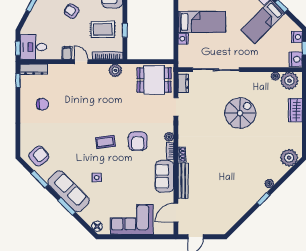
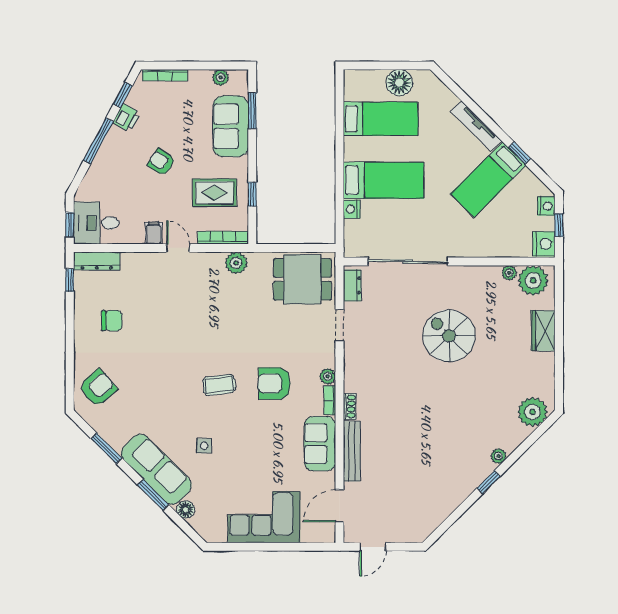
spiral stairs: (240, 113) -> (449, 336), turned -90
armchair: (138, 141) -> (274, 384), turned 90
armchair: (39, 156) -> (98, 388), moved
floor lamp: (97, 226) -> (186, 510), moved

